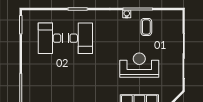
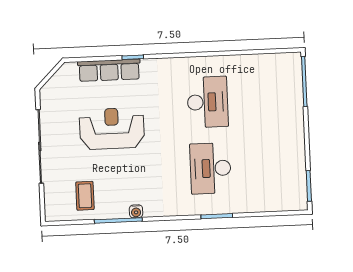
coffee table: (146, 27) -> (85, 196), moved
desk: (50, 38) -> (208, 102), moved
reception desk: (139, 65) -> (112, 129), turned 180

